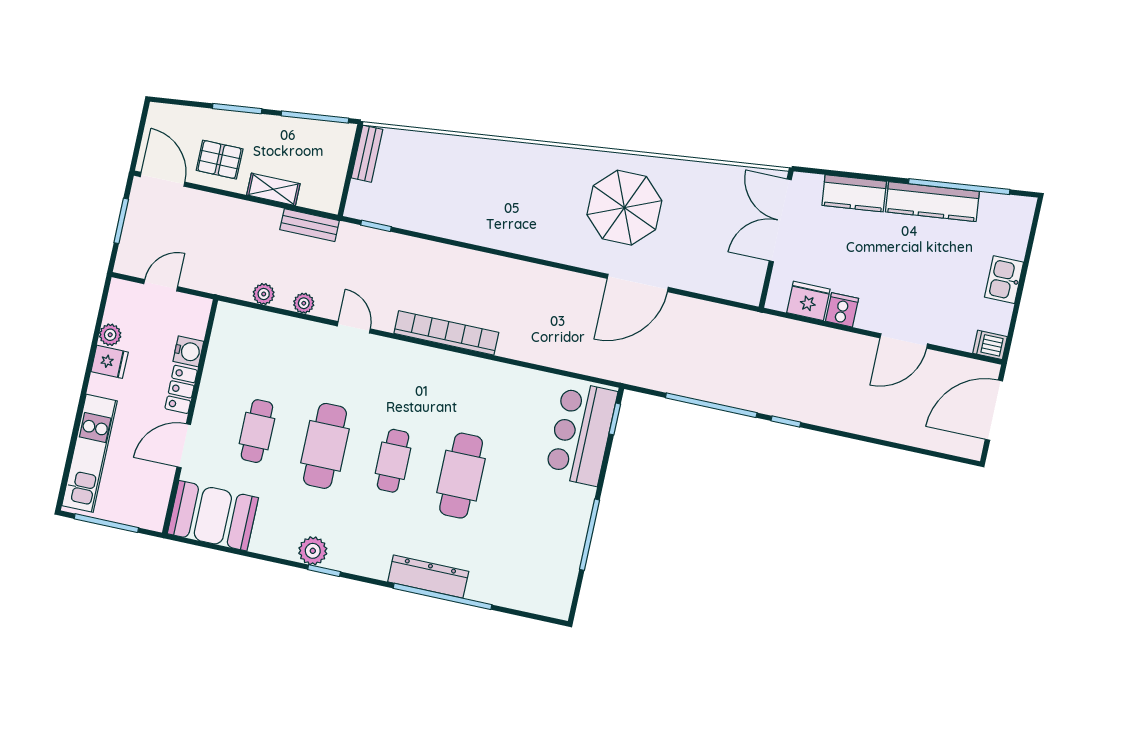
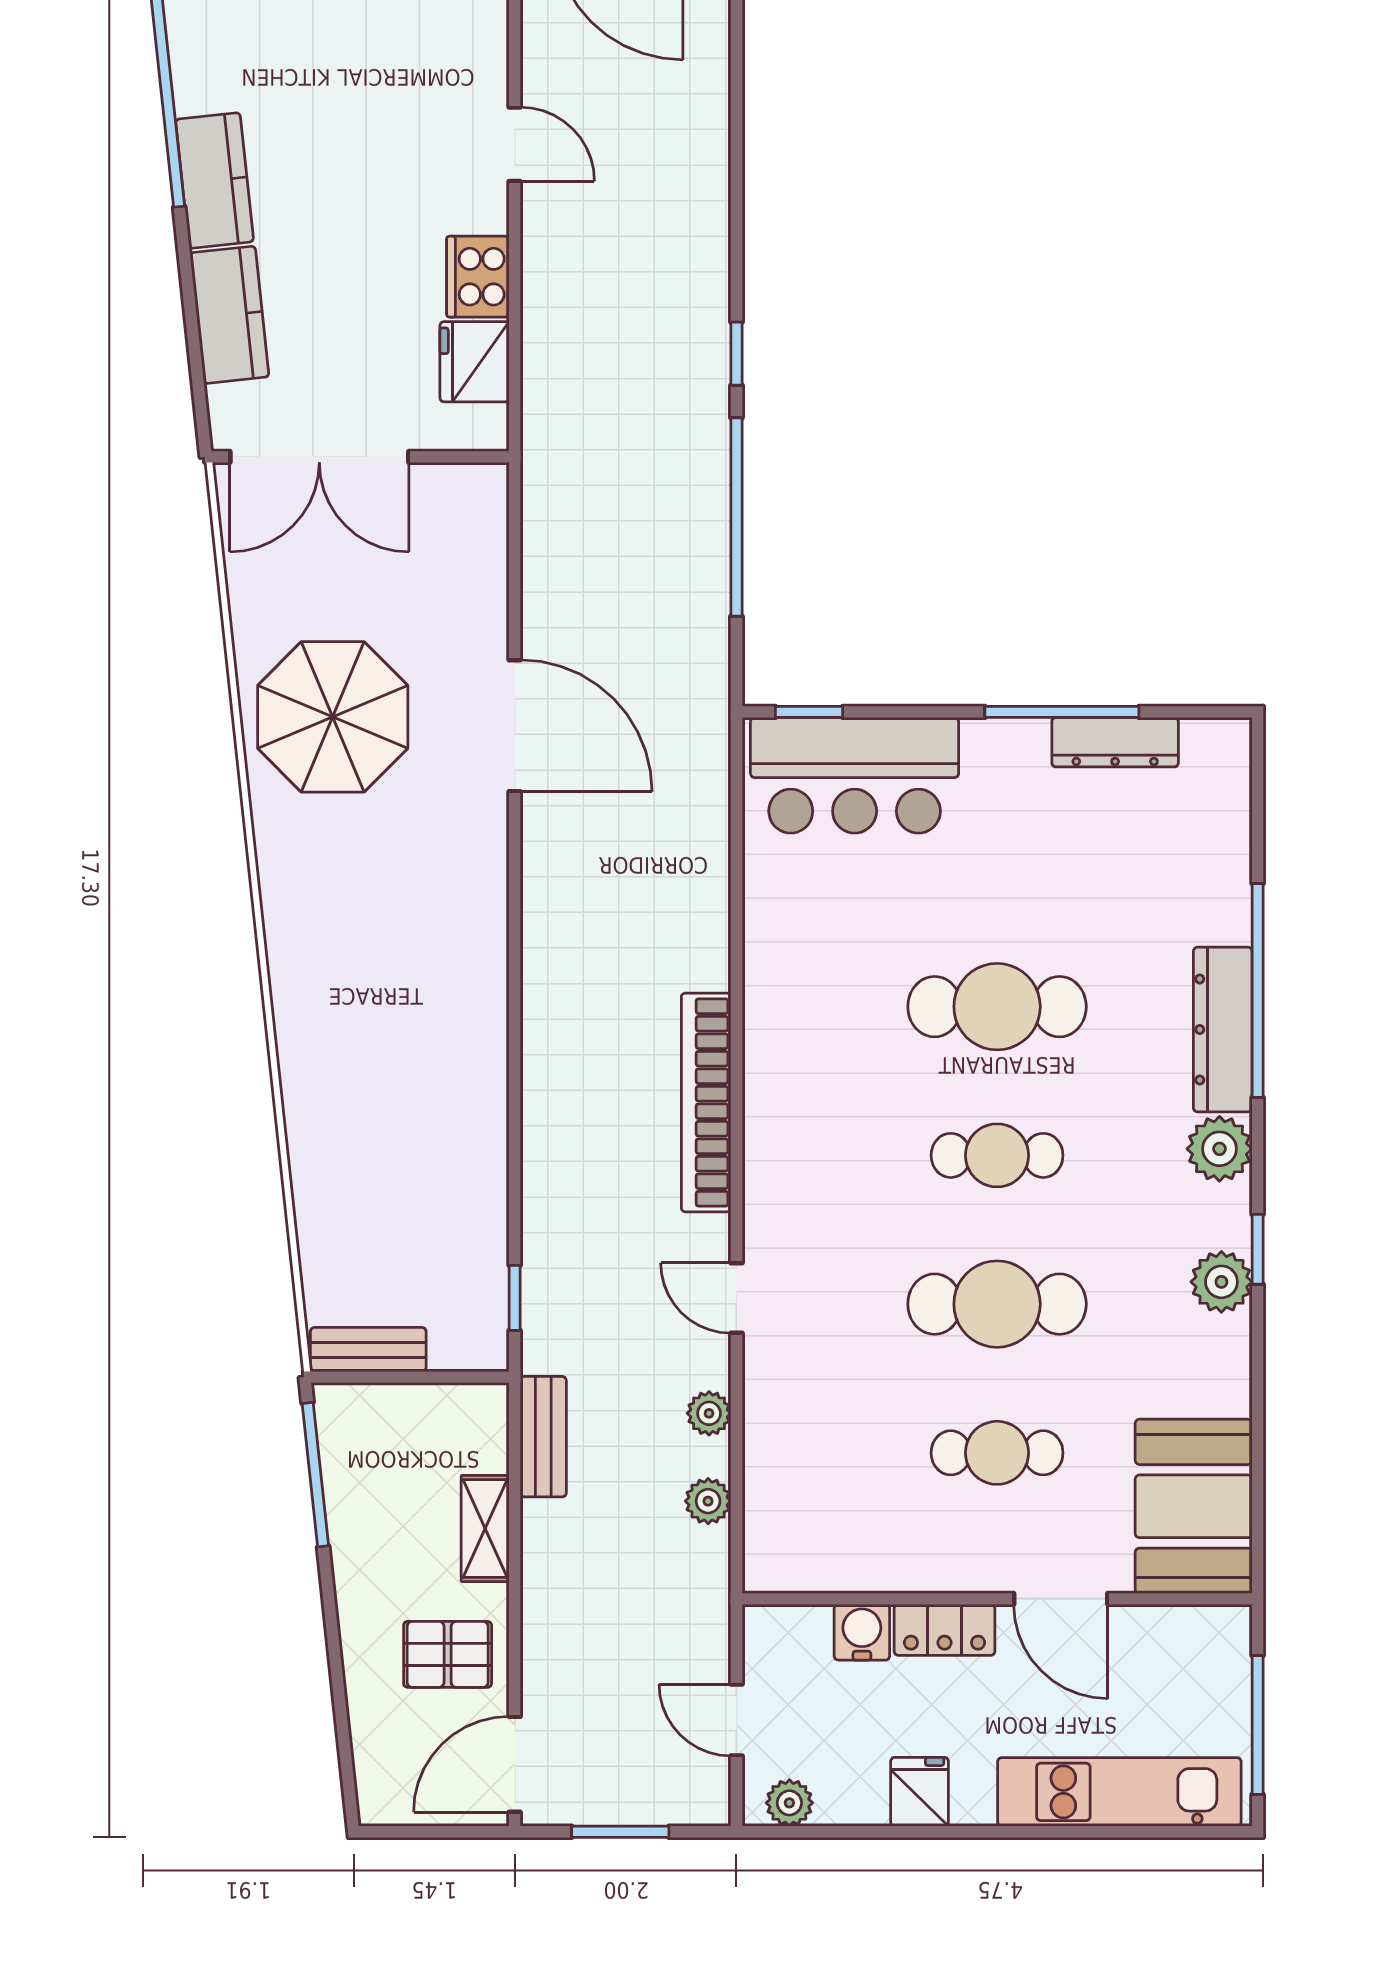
window: (237, 109) -> (333, 1641), removed
pallet: (220, 160) -> (448, 1654), turned 90
kitchen counter: (932, 202) -> (215, 180), width x0.67
parasol: (624, 208) -> (333, 717), moved
cooker: (842, 310) -> (478, 277), width x1.36
door: (354, 327) -> (736, 1298), hinge flipped
plant: (110, 335) -> (789, 1803), moved
door: (904, 341) -> (515, 144), width x0.73
dresser: (570, 556) -> (1115, 742), added
plant: (374, 563) -> (1219, 1149), added

